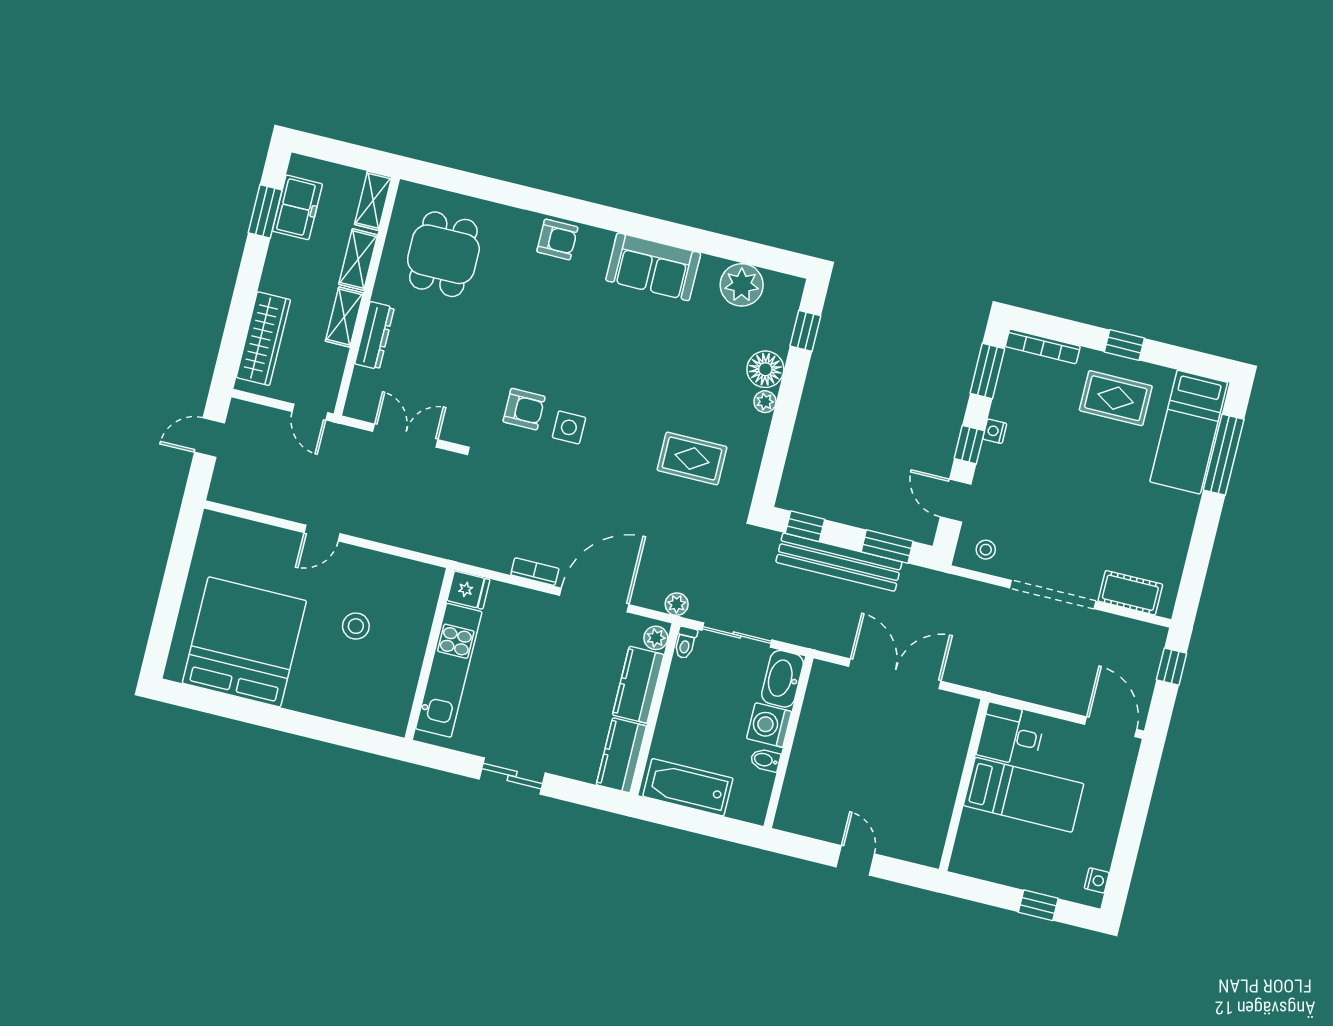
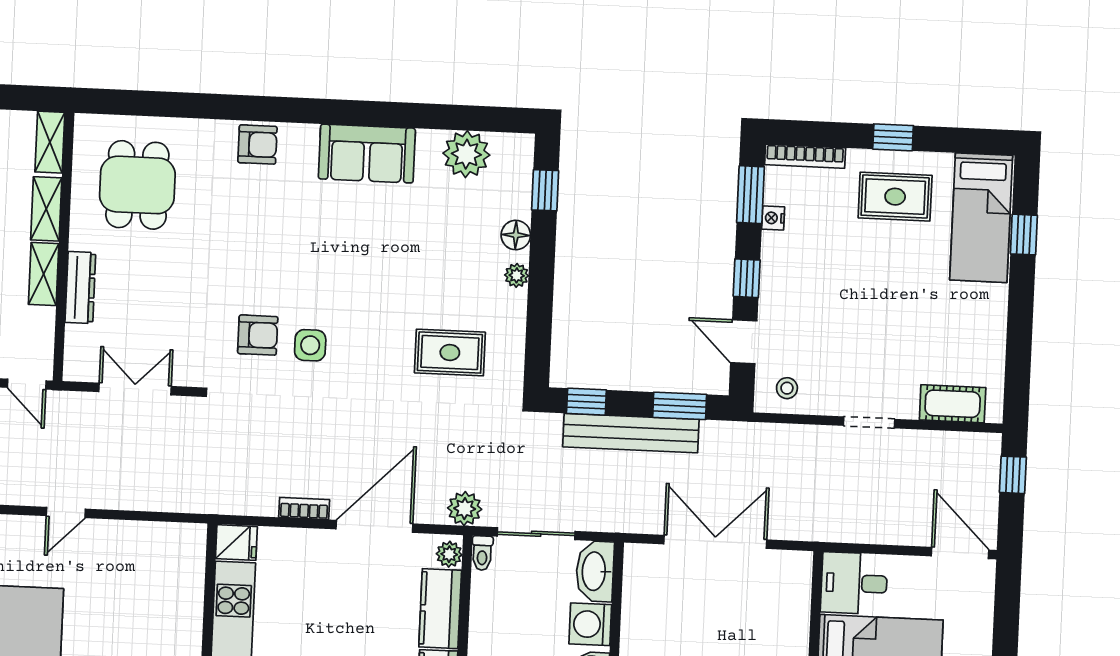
floor lamp: (765, 369) -> (516, 235), width x0.73, depth x0.73
nightstand: (995, 431) -> (773, 218), moved
window: (1224, 455) -> (1024, 235), width x0.46
doorway: (1053, 595) -> (869, 422), width x0.53
plant: (677, 604) -> (465, 509), width x1.38, depth x1.38
stool: (356, 626) -> (122, 606), removed

